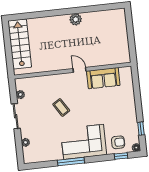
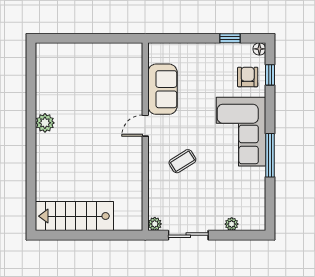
door: (80, 70) -> (145, 126), moved
wall: (73, 71) -> (145, 137), moved
sofa: (103, 78) -> (162, 89), moved

